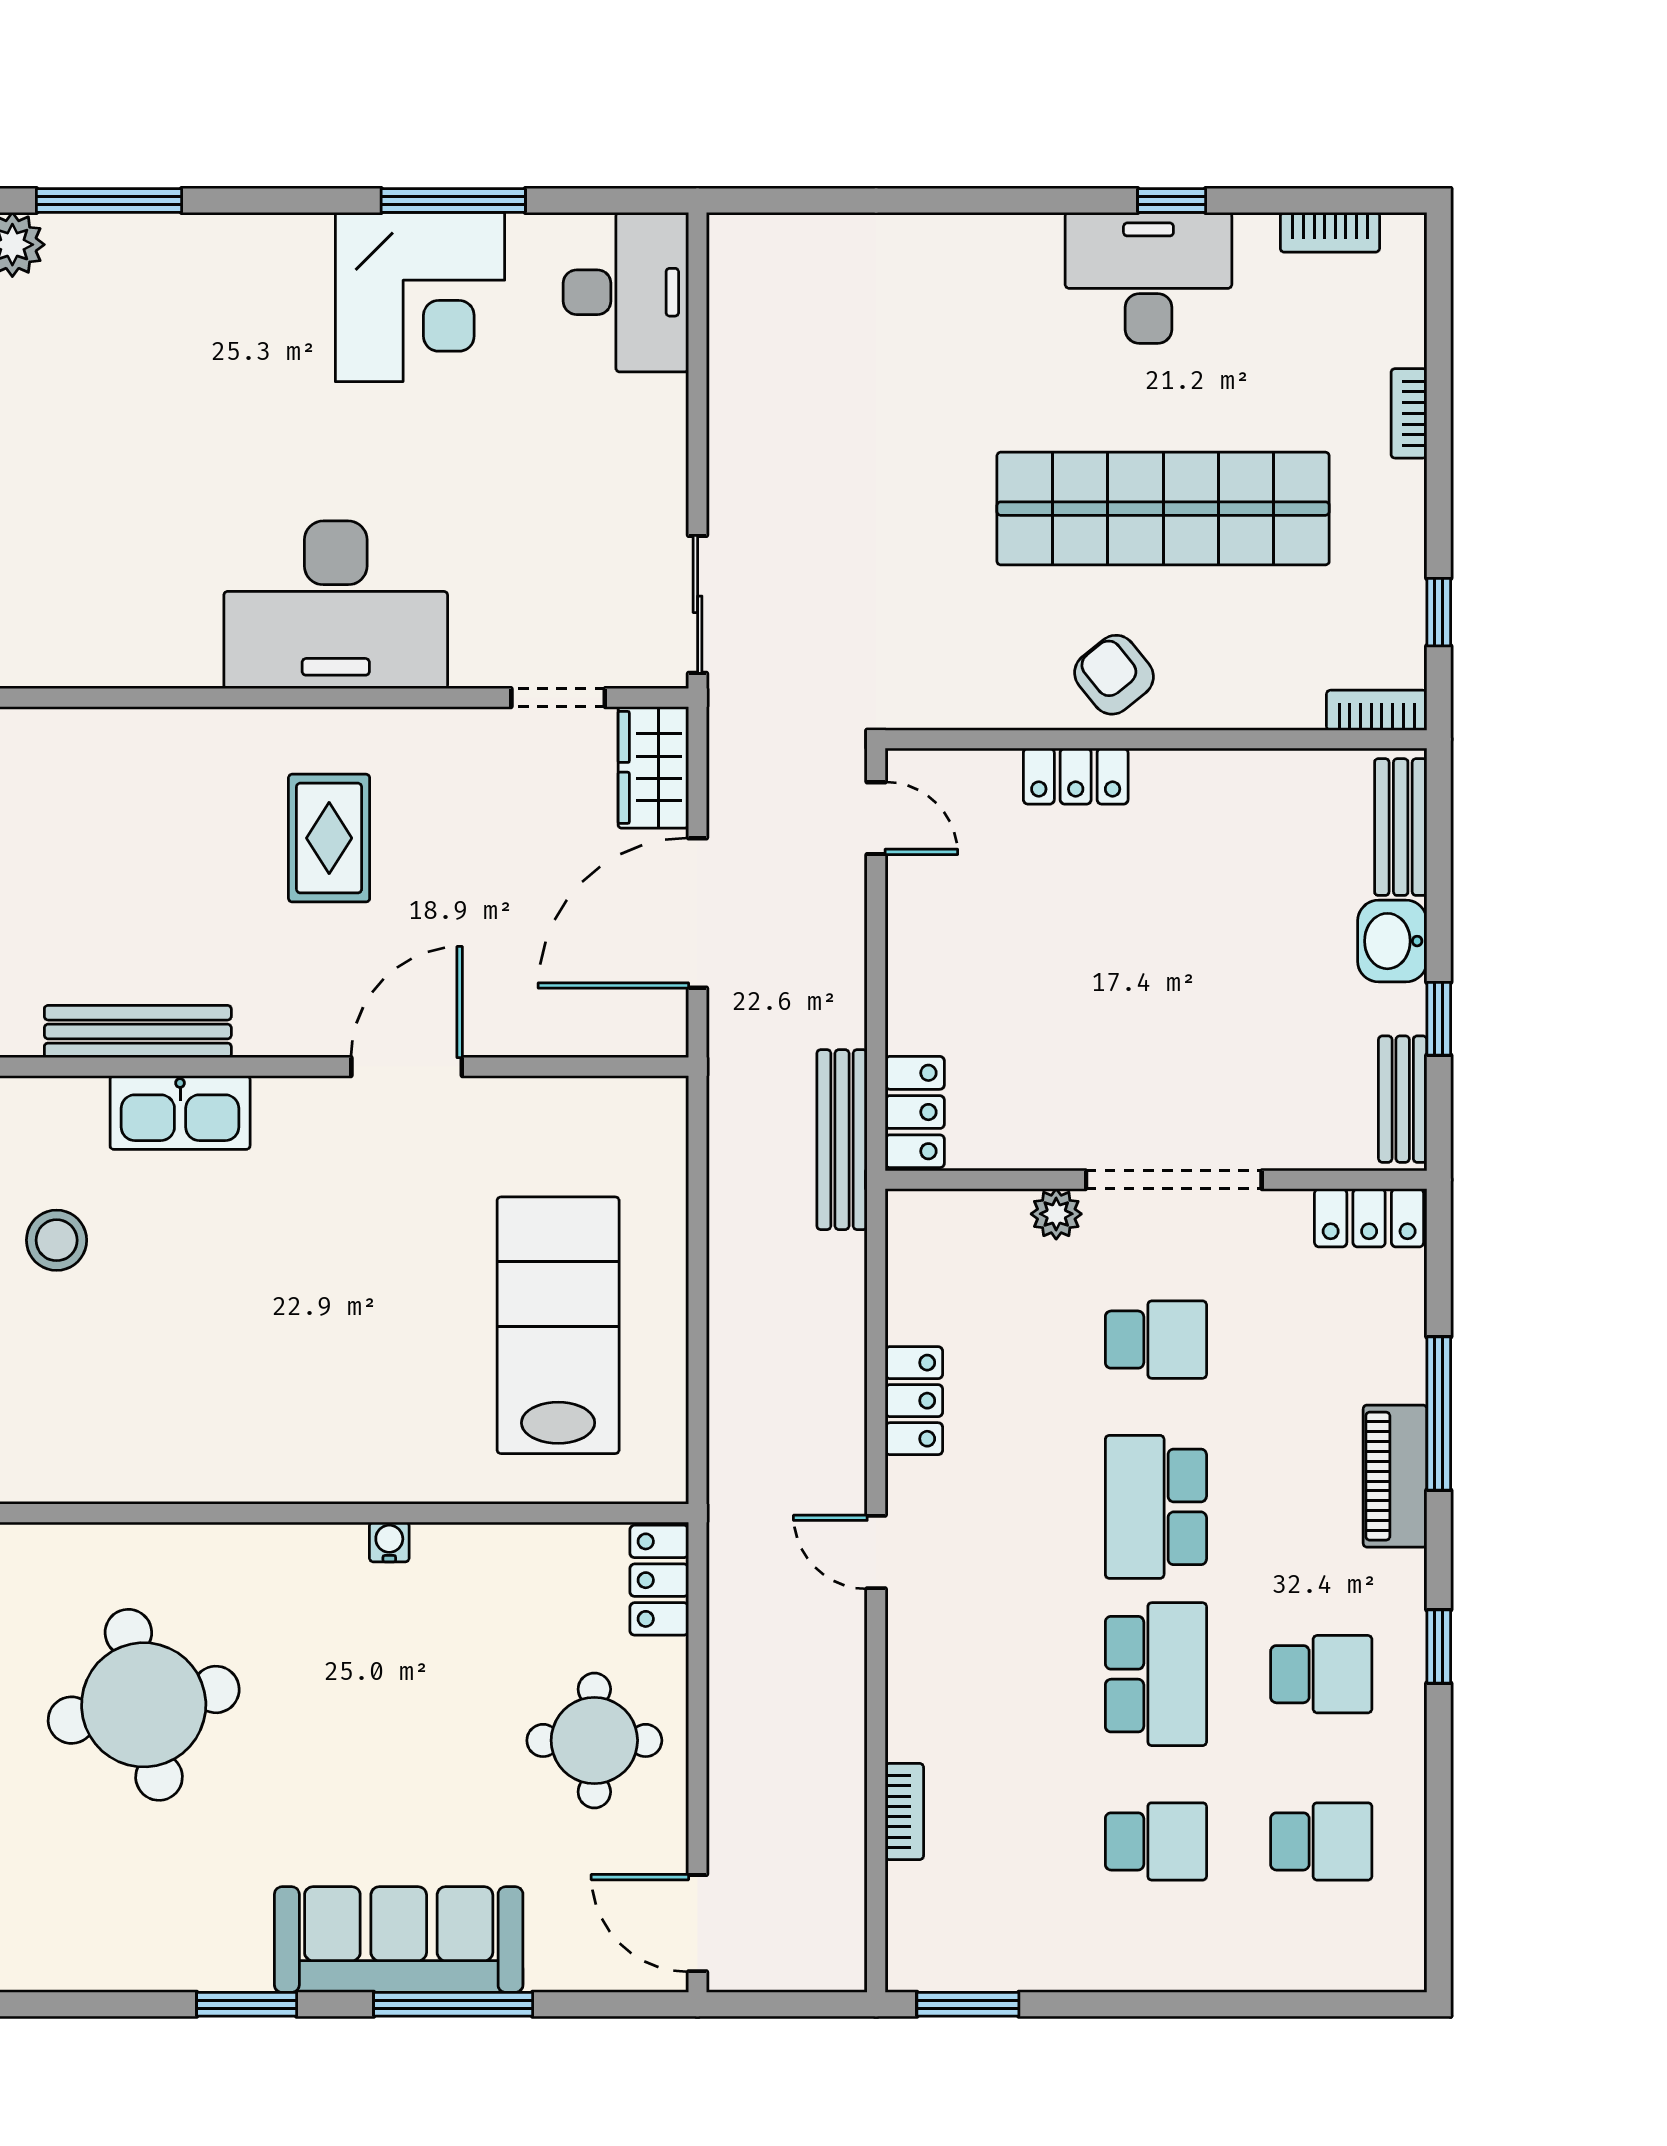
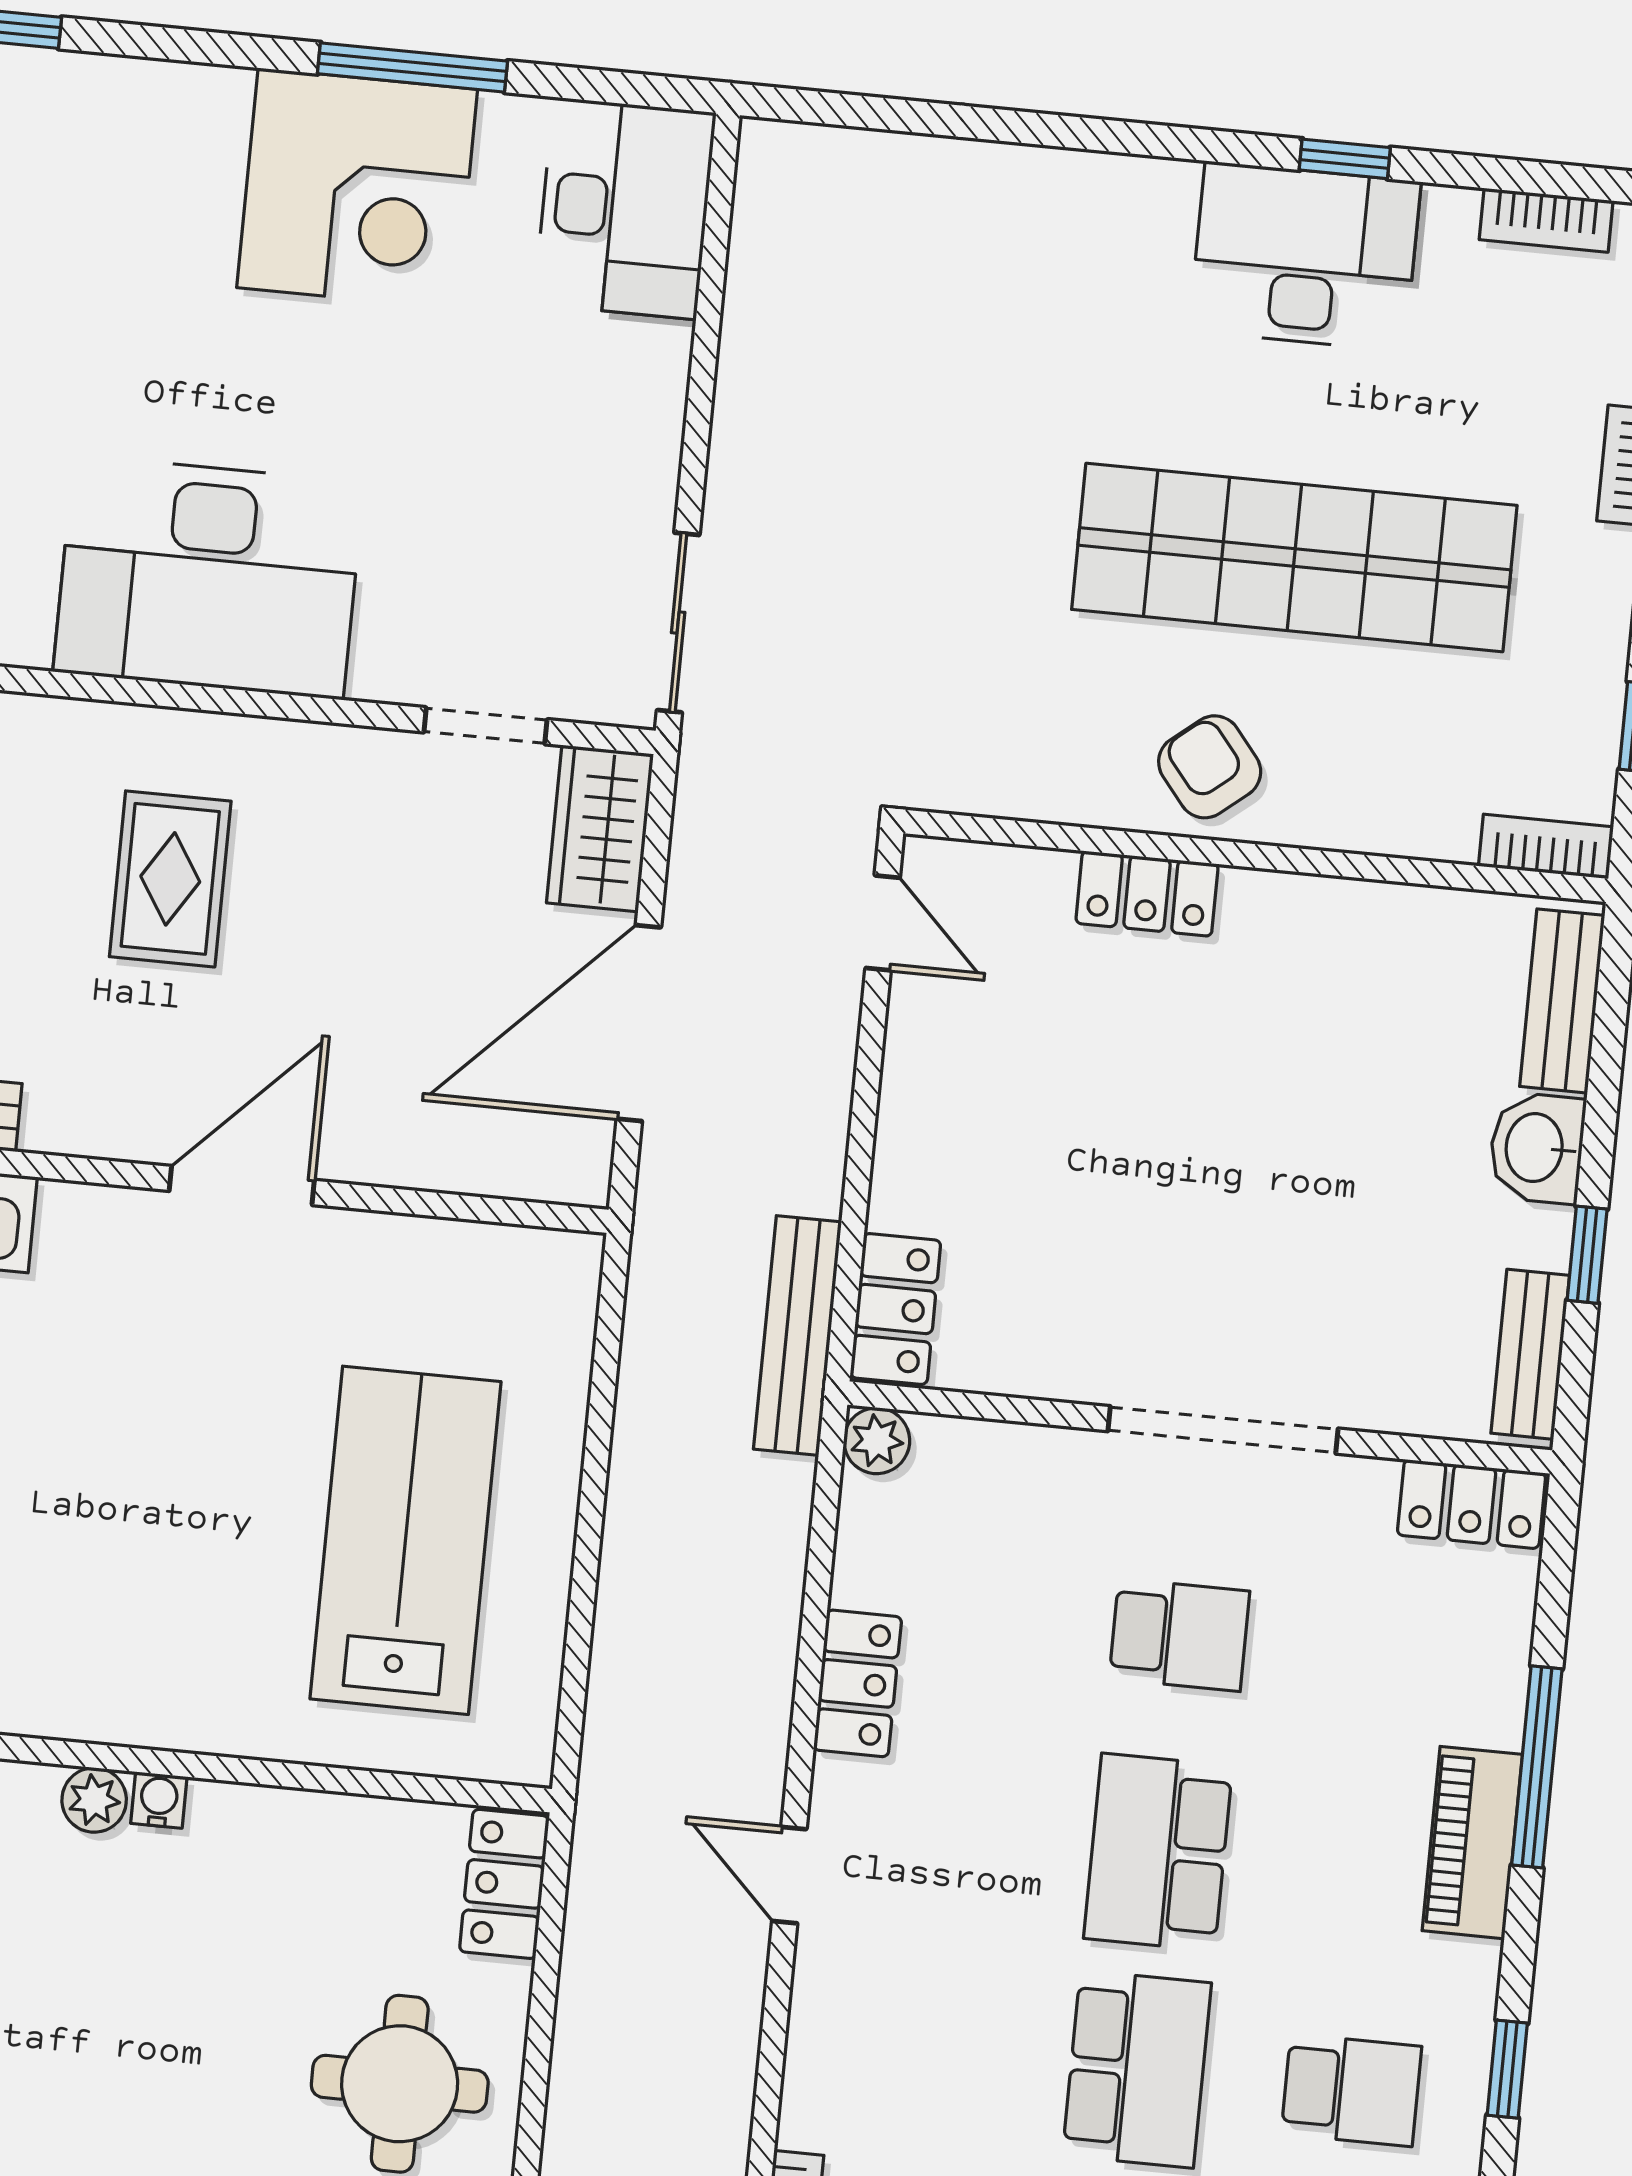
plant: (1056, 1214) -> (877, 1441), moved
plant: (340, 1547) -> (94, 1800), added

